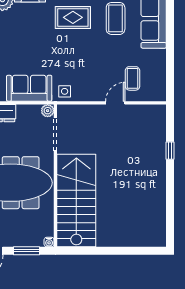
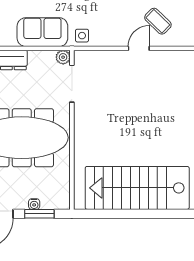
coffee table: (133, 78) -> (158, 21), turned -46
stairs: (76, 201) -> (137, 188), moved, turned -90
water cooler: (49, 242) -> (34, 204), moved

